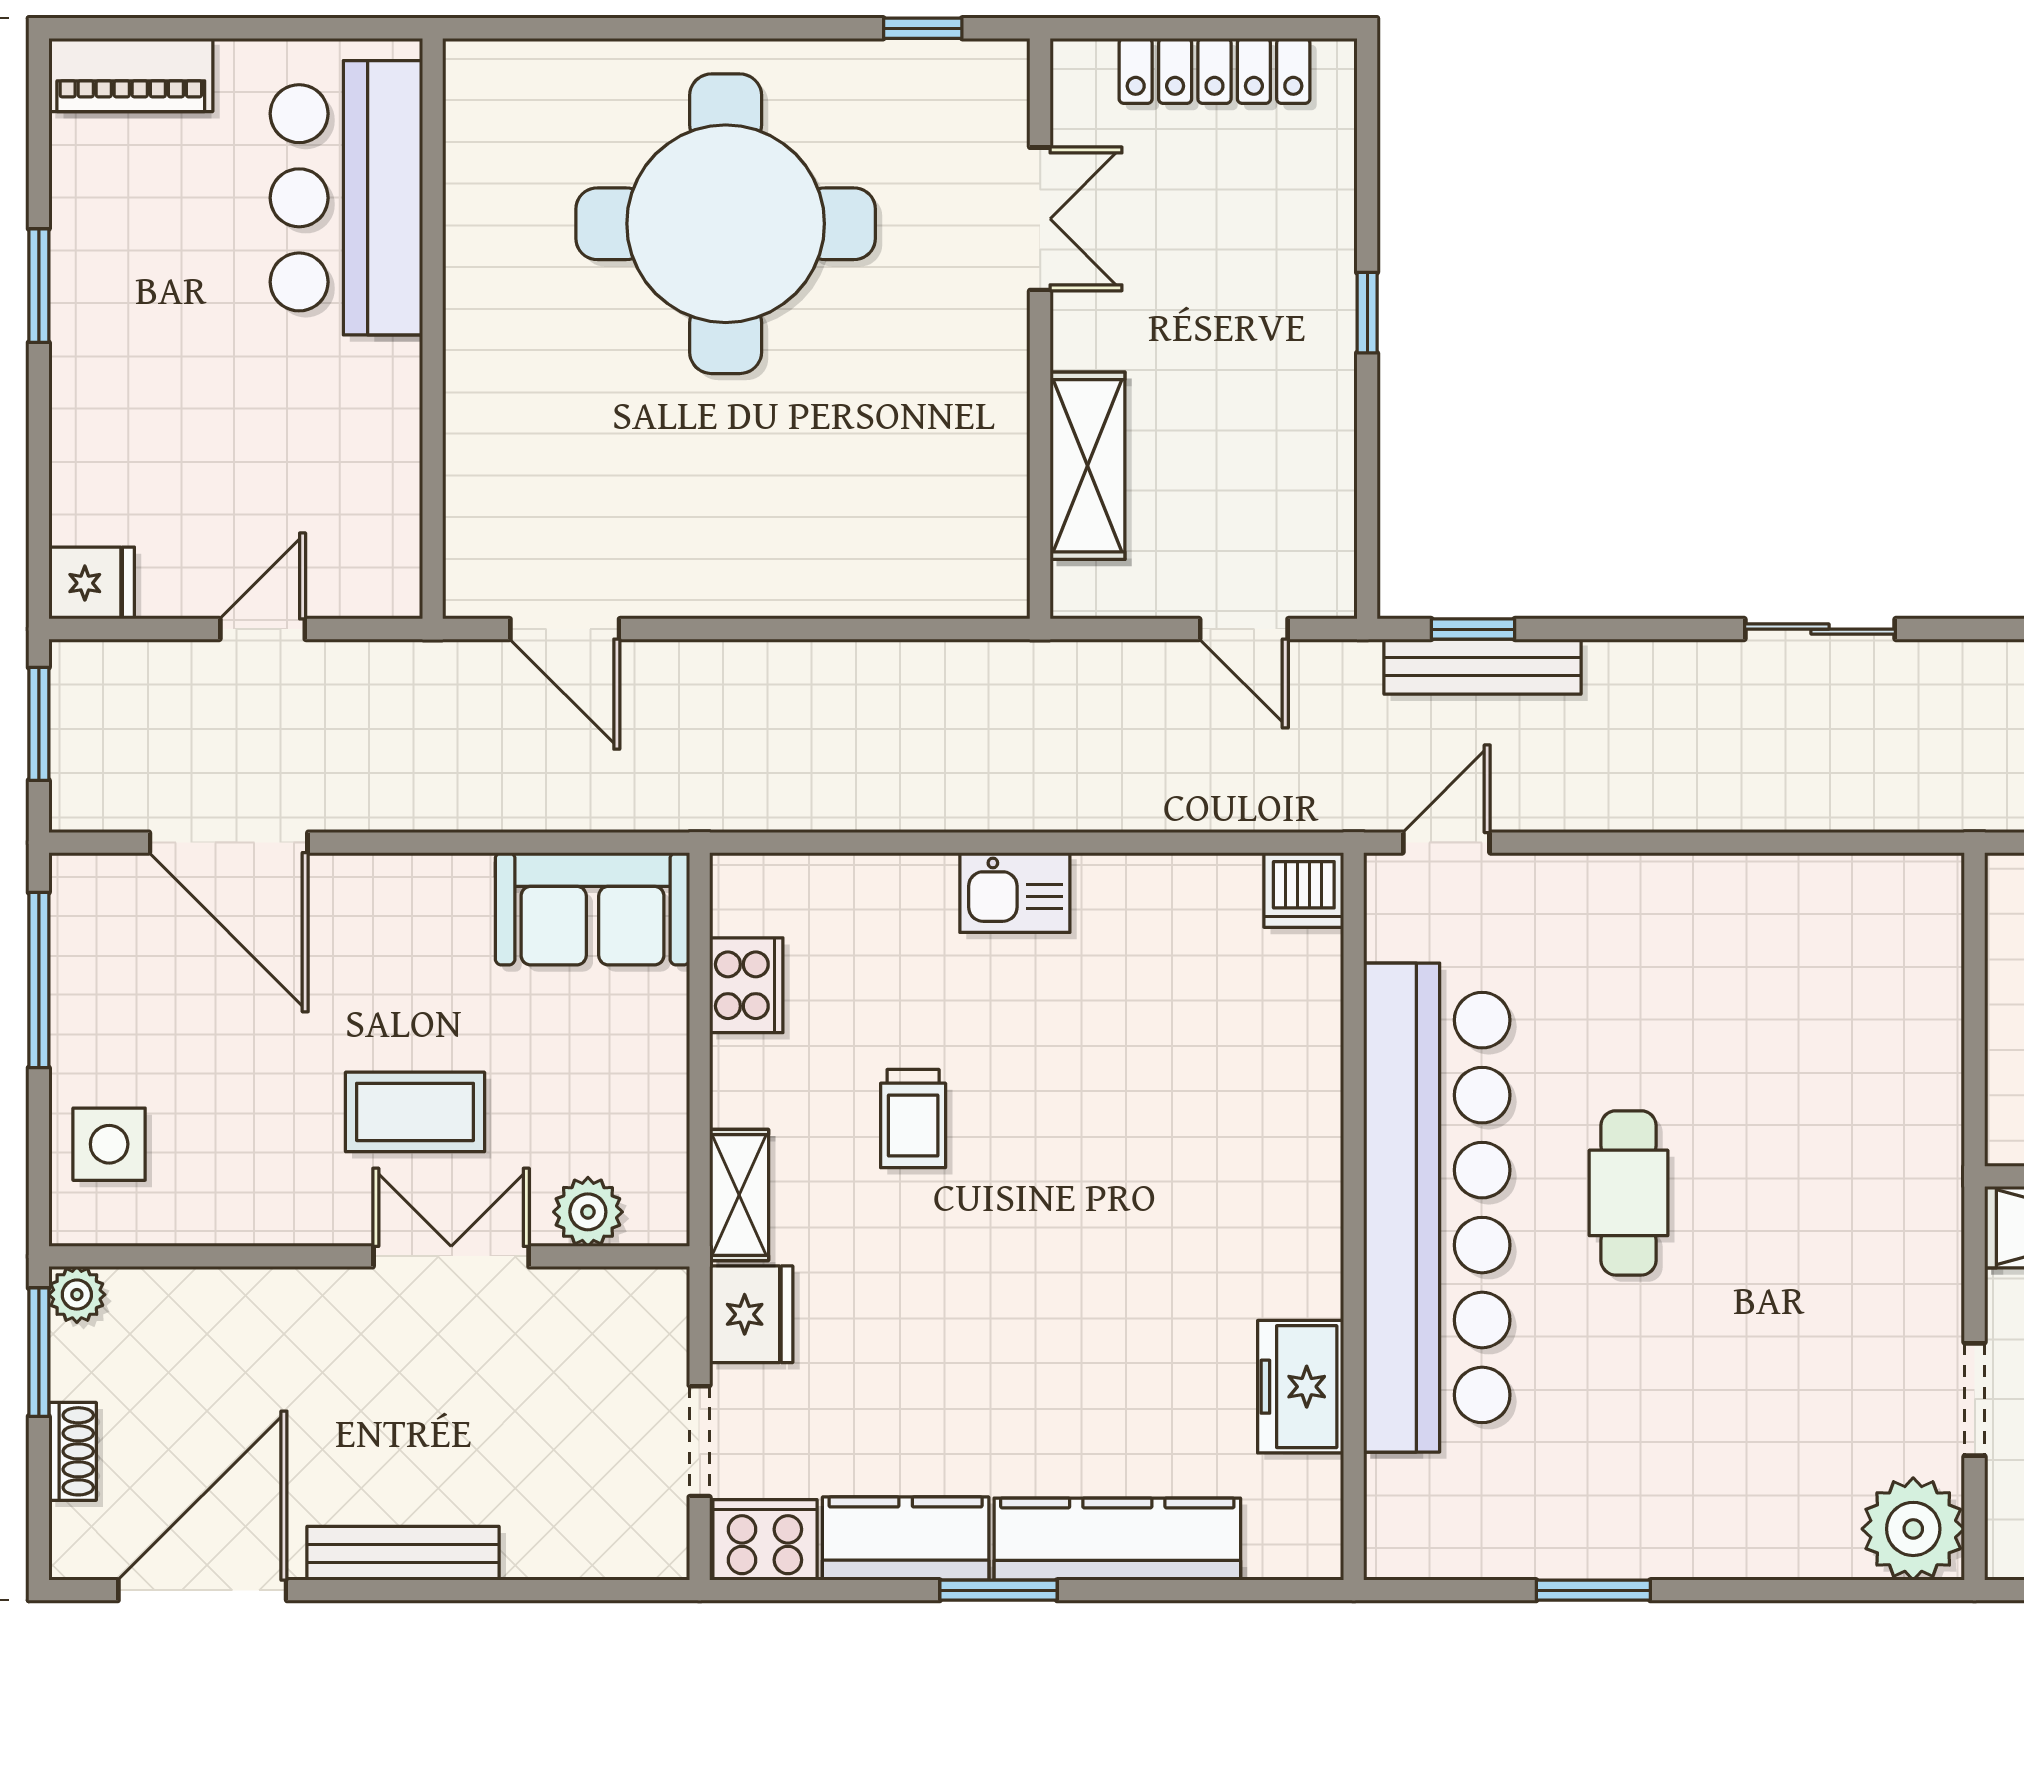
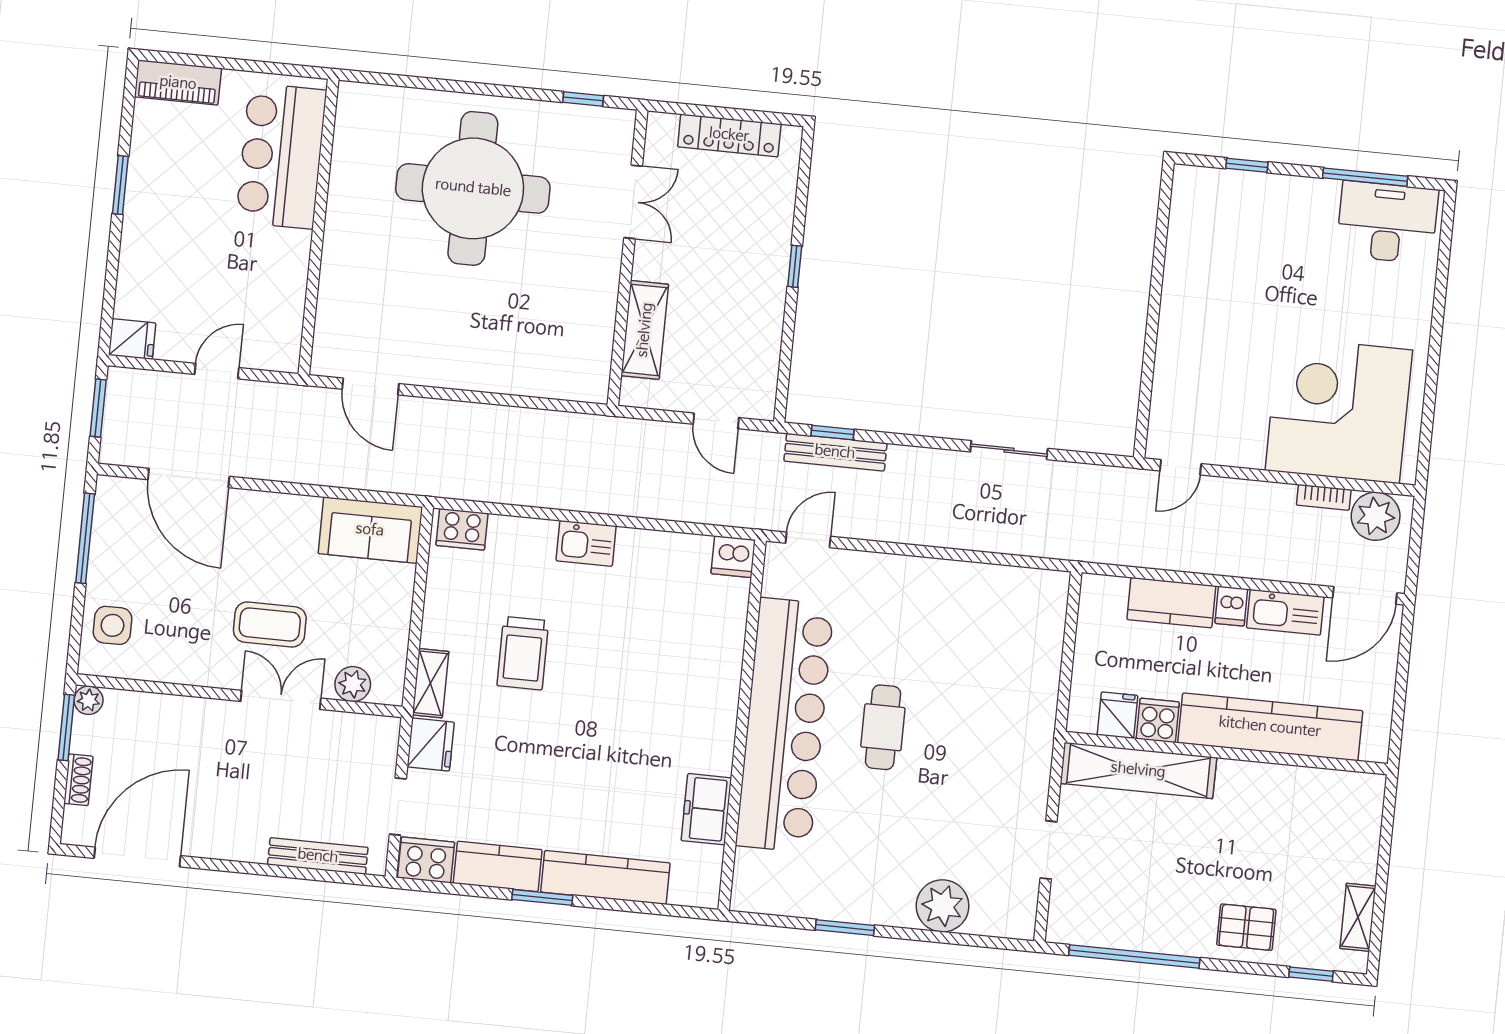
cooker: (746, 985) -> (462, 529), moved, turned 90
trolley: (913, 1119) -> (523, 653), width x1.36, depth x1.39
plant: (1913, 1529) -> (943, 906), moved
bench: (403, 1553) -> (318, 856), moved

